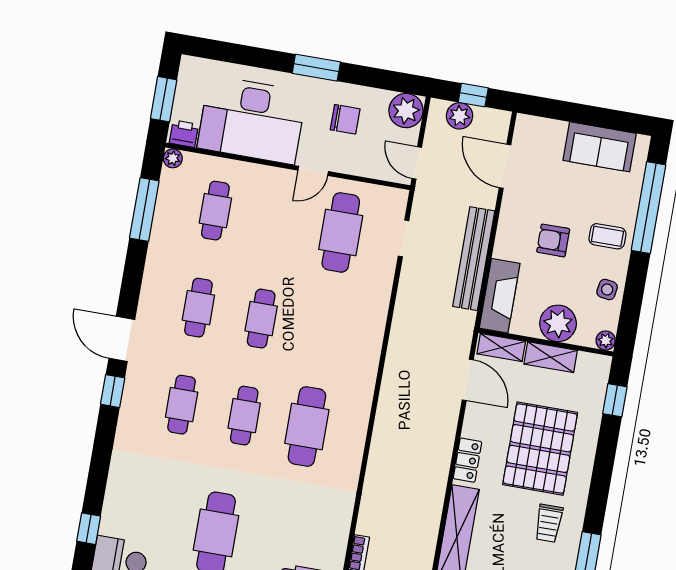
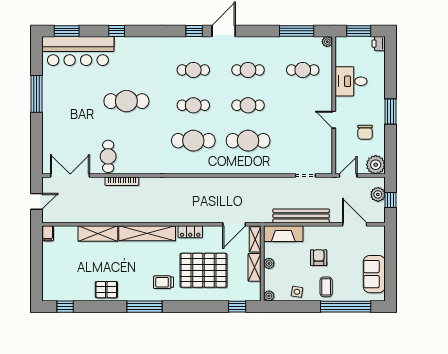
desk: (252, 120) -> (351, 81), width x0.53, depth x0.77
printer: (184, 134) -> (379, 44), moved, turned 180
door: (505, 166) -> (355, 224), hinge flipped
cafe table: (341, 232) -> (248, 141), moved
plant: (558, 323) -> (269, 263), width x0.53, depth x0.53

